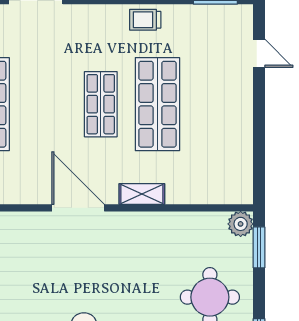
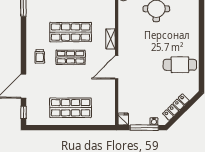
trolley: (145, 20) -> (40, 56), moved

